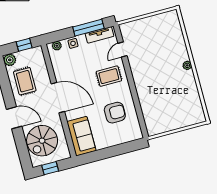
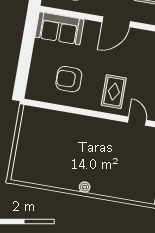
door: (58, 98) -> (116, 22), width x0.73
armchair: (115, 113) -> (69, 79), turned 90

